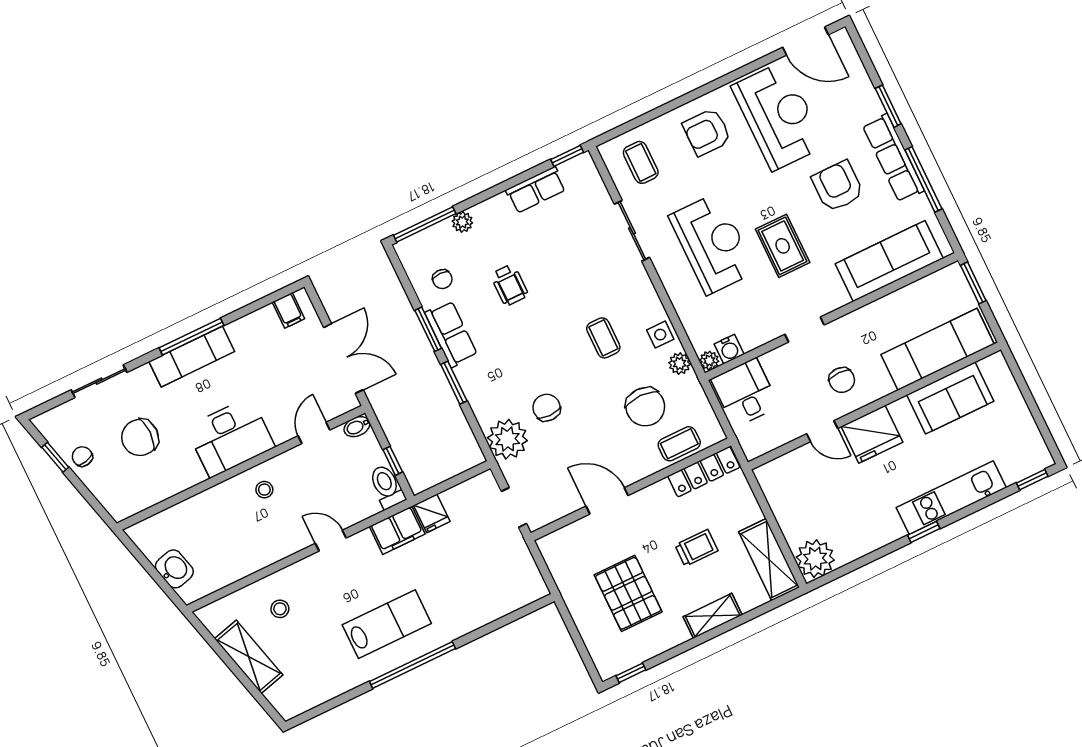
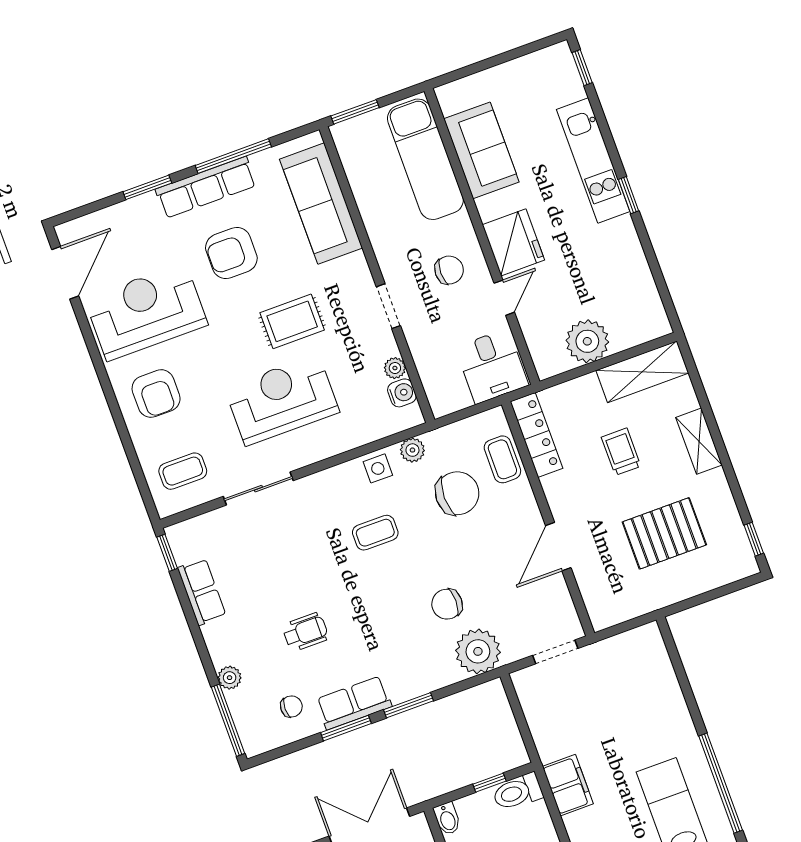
plant: (709, 361) -> (395, 368), moved
desk: (745, 393) -> (492, 366), moved, turned -90
fridge: (432, 513) -> (553, 745), removed
plant: (815, 559) -> (587, 341), moved

